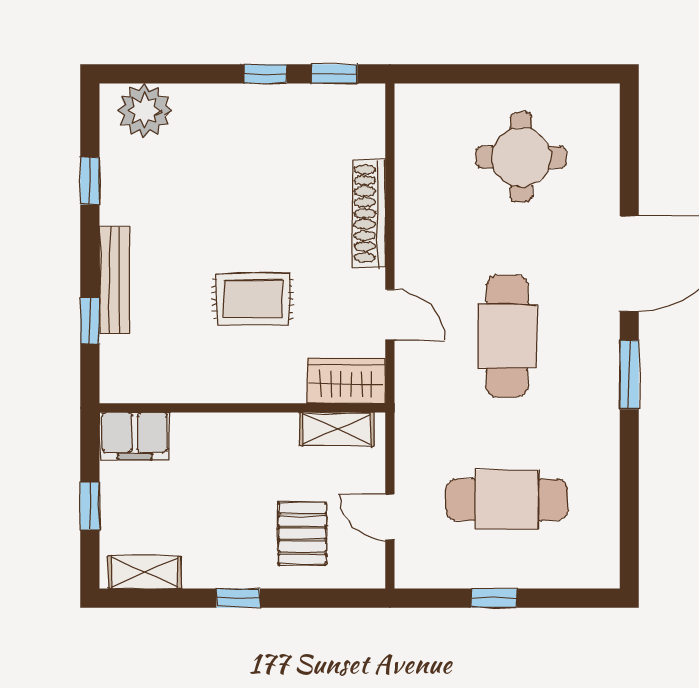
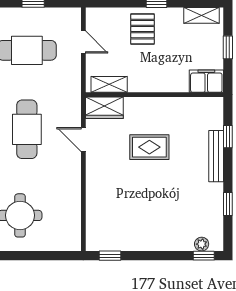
window: (265, 74) -> (204, 256), moved
plant: (144, 110) -> (202, 244), width x0.53, depth x0.53
shoe rack: (369, 213) -> (94, 188), removed
pallet: (302, 534) -> (142, 29), moved

